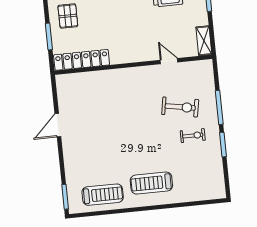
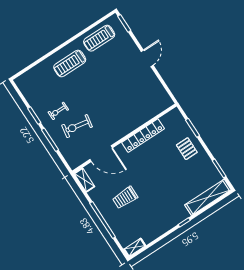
locker: (82, 60) -> (143, 136), moved
door: (169, 61) -> (101, 154), width x1.88
door: (58, 125) -> (147, 58), moved
treadmill: (151, 183) -> (70, 64), turned 180

